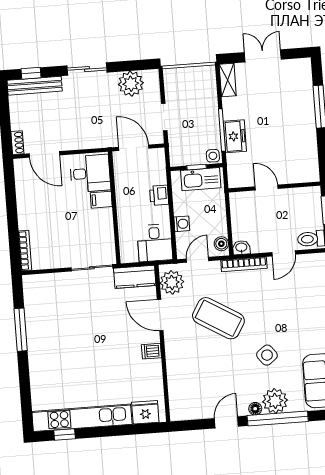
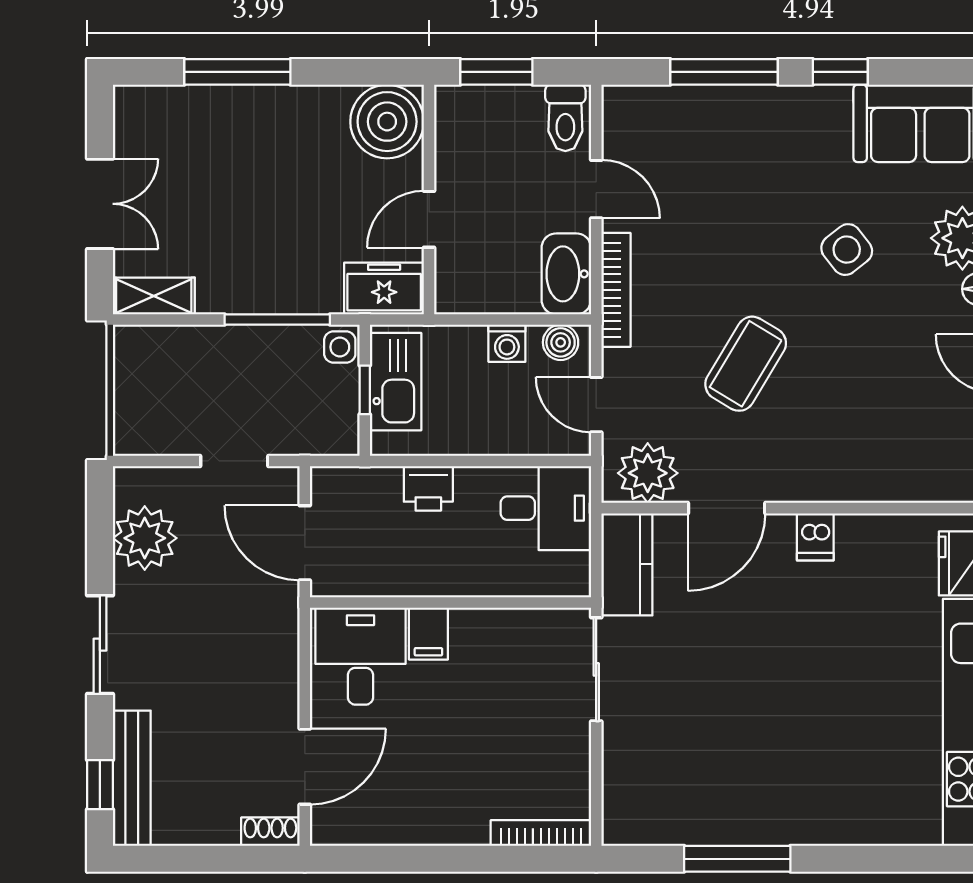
double door: (263, 56) -> (100, 204), swing flipped
freezer: (235, 136) -> (384, 289), moved
door: (134, 148) -> (305, 543), hinge flipped
boiler: (304, 168) -> (387, 122), added
washing machine: (182, 224) -> (507, 343), moved, turned 180
washbasin: (241, 248) -> (566, 274), width x1.91, depth x1.45
coffee table: (218, 318) -> (746, 364), width x0.73, depth x0.76

